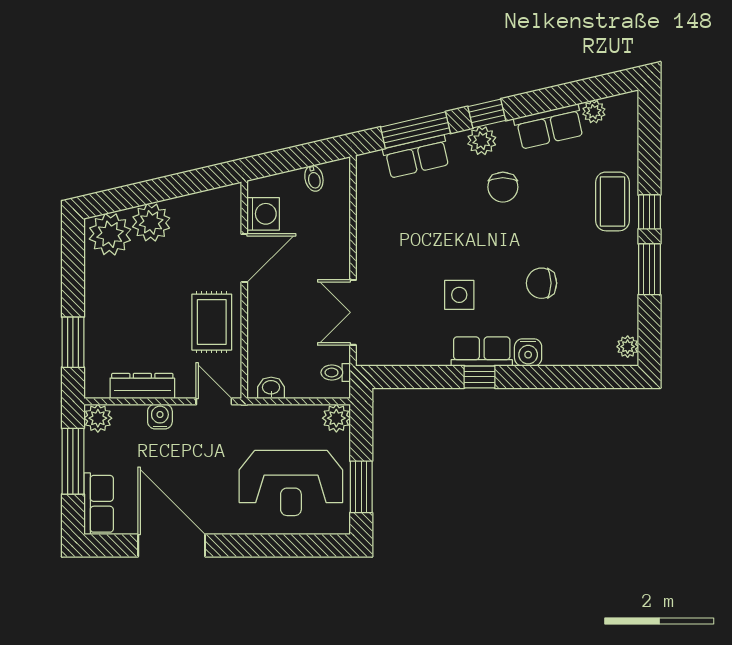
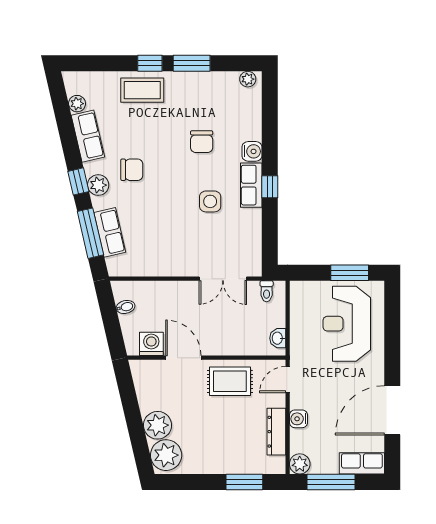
plant: (336, 418) -> (300, 291), removed
reception desk: (291, 483) -> (347, 324), turned 180

